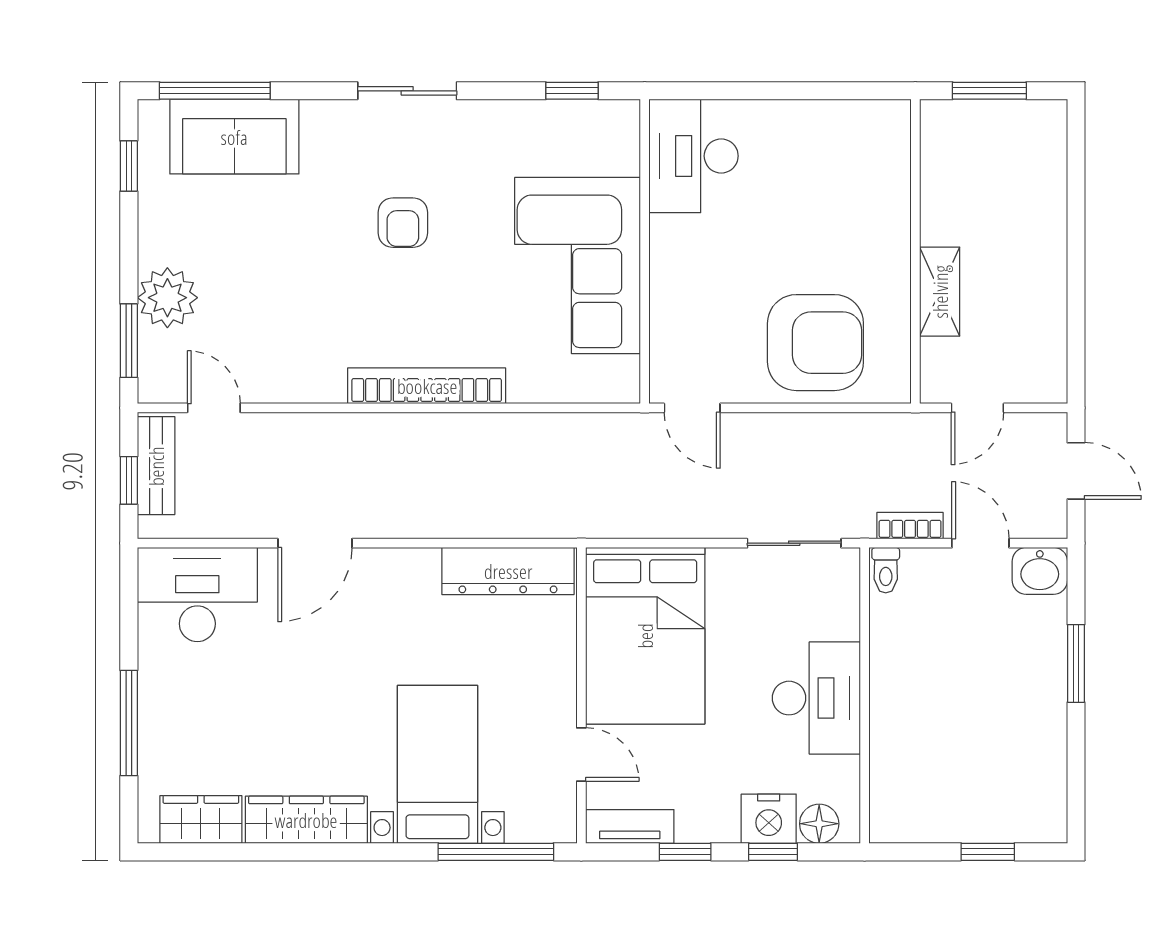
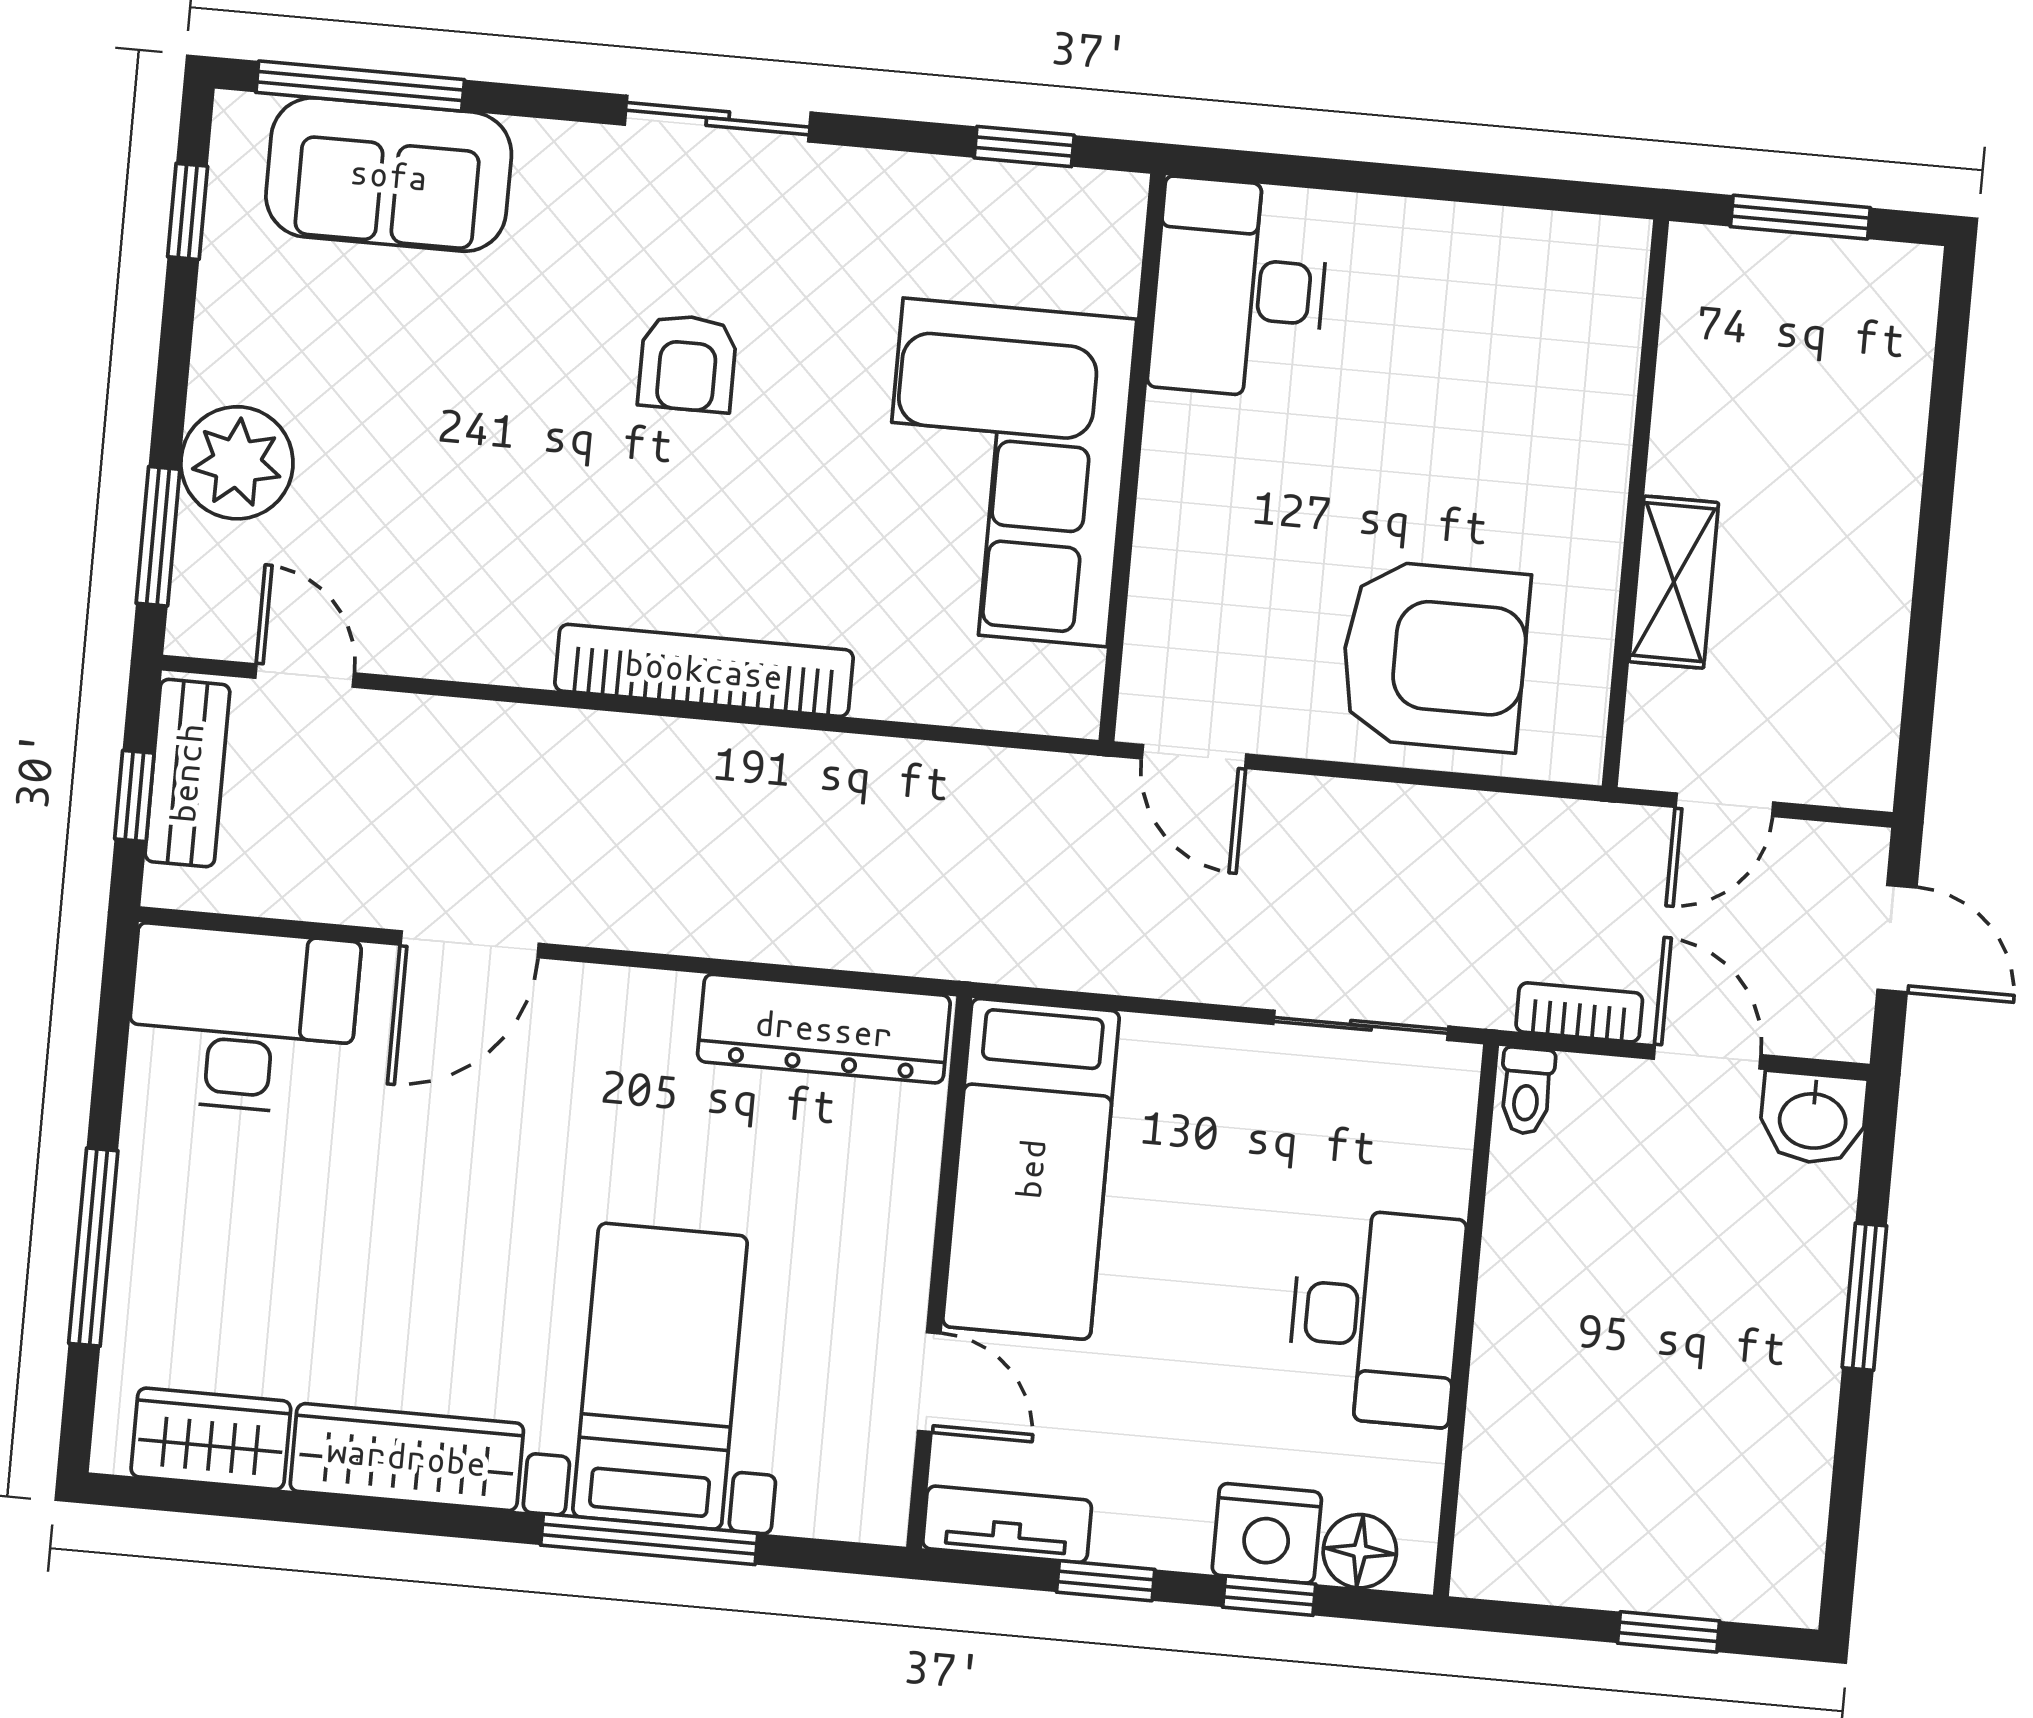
bed: (645, 636) -> (1031, 1169), width x0.67
window: (496, 852) -> (649, 1539), moved

